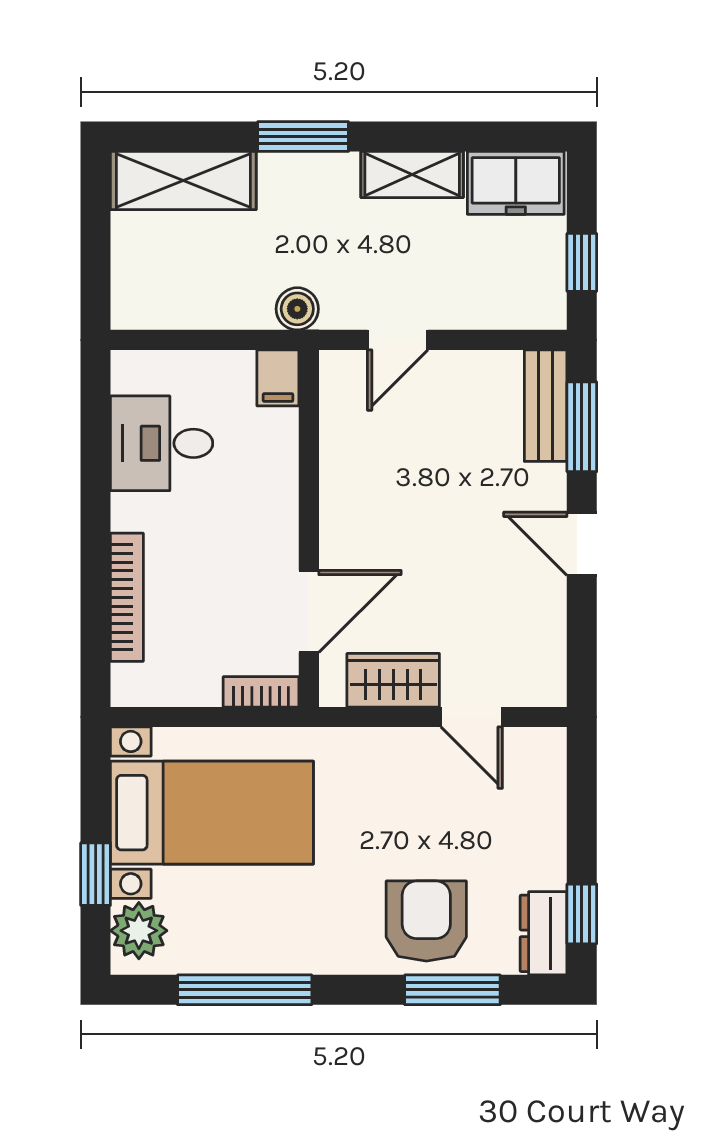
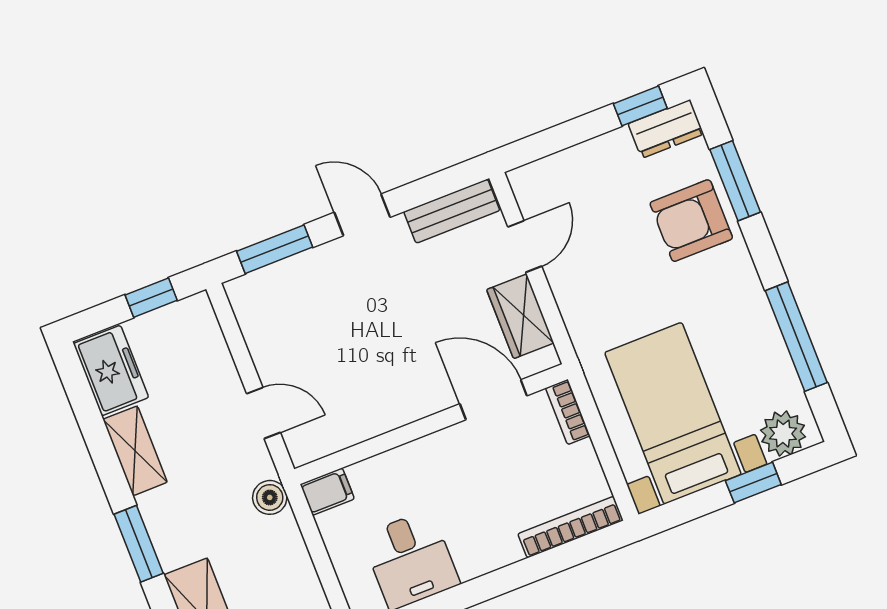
bench: (546, 406) -> (452, 211), moved
door: (582, 544) -> (362, 215), swing flipped
bookcase: (127, 597) -> (571, 527), moved

